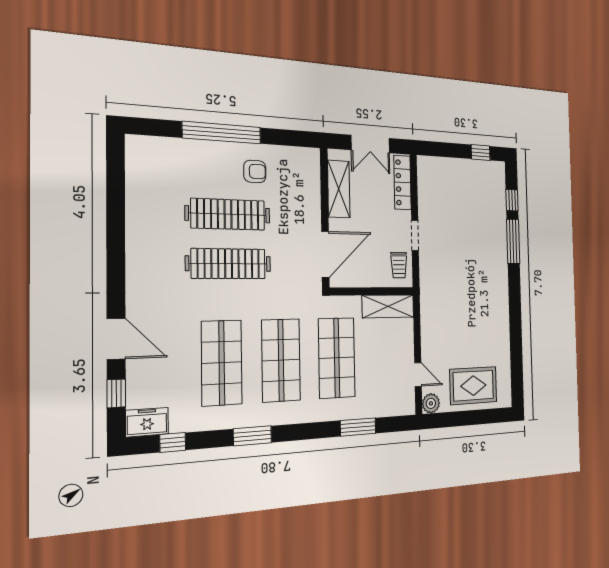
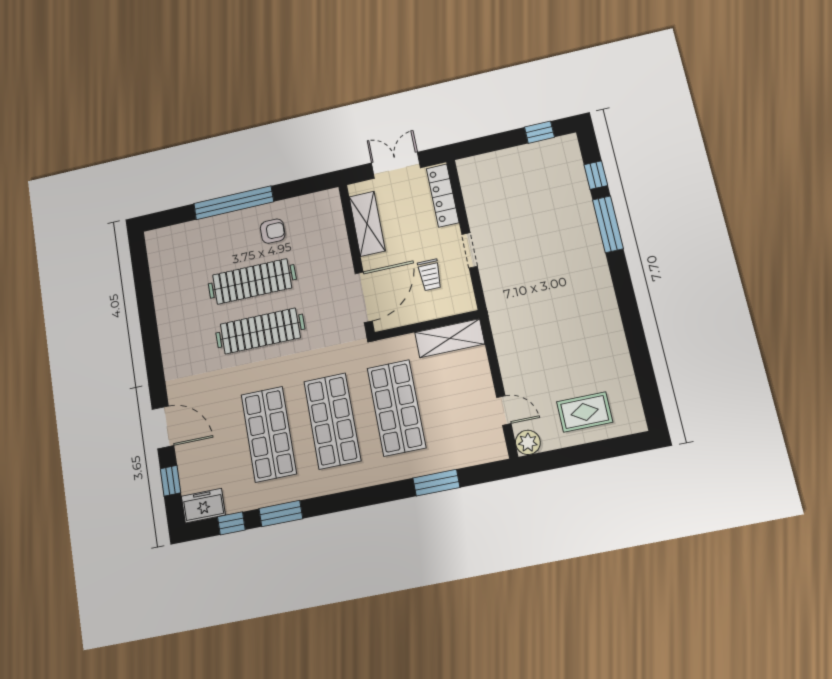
double door: (370, 144) -> (396, 165), swing flipped
trolley: (399, 265) -> (430, 275), moved
rug: (473, 386) -> (585, 412), width x0.73, depth x0.70
window: (252, 436) -> (281, 514), moved

